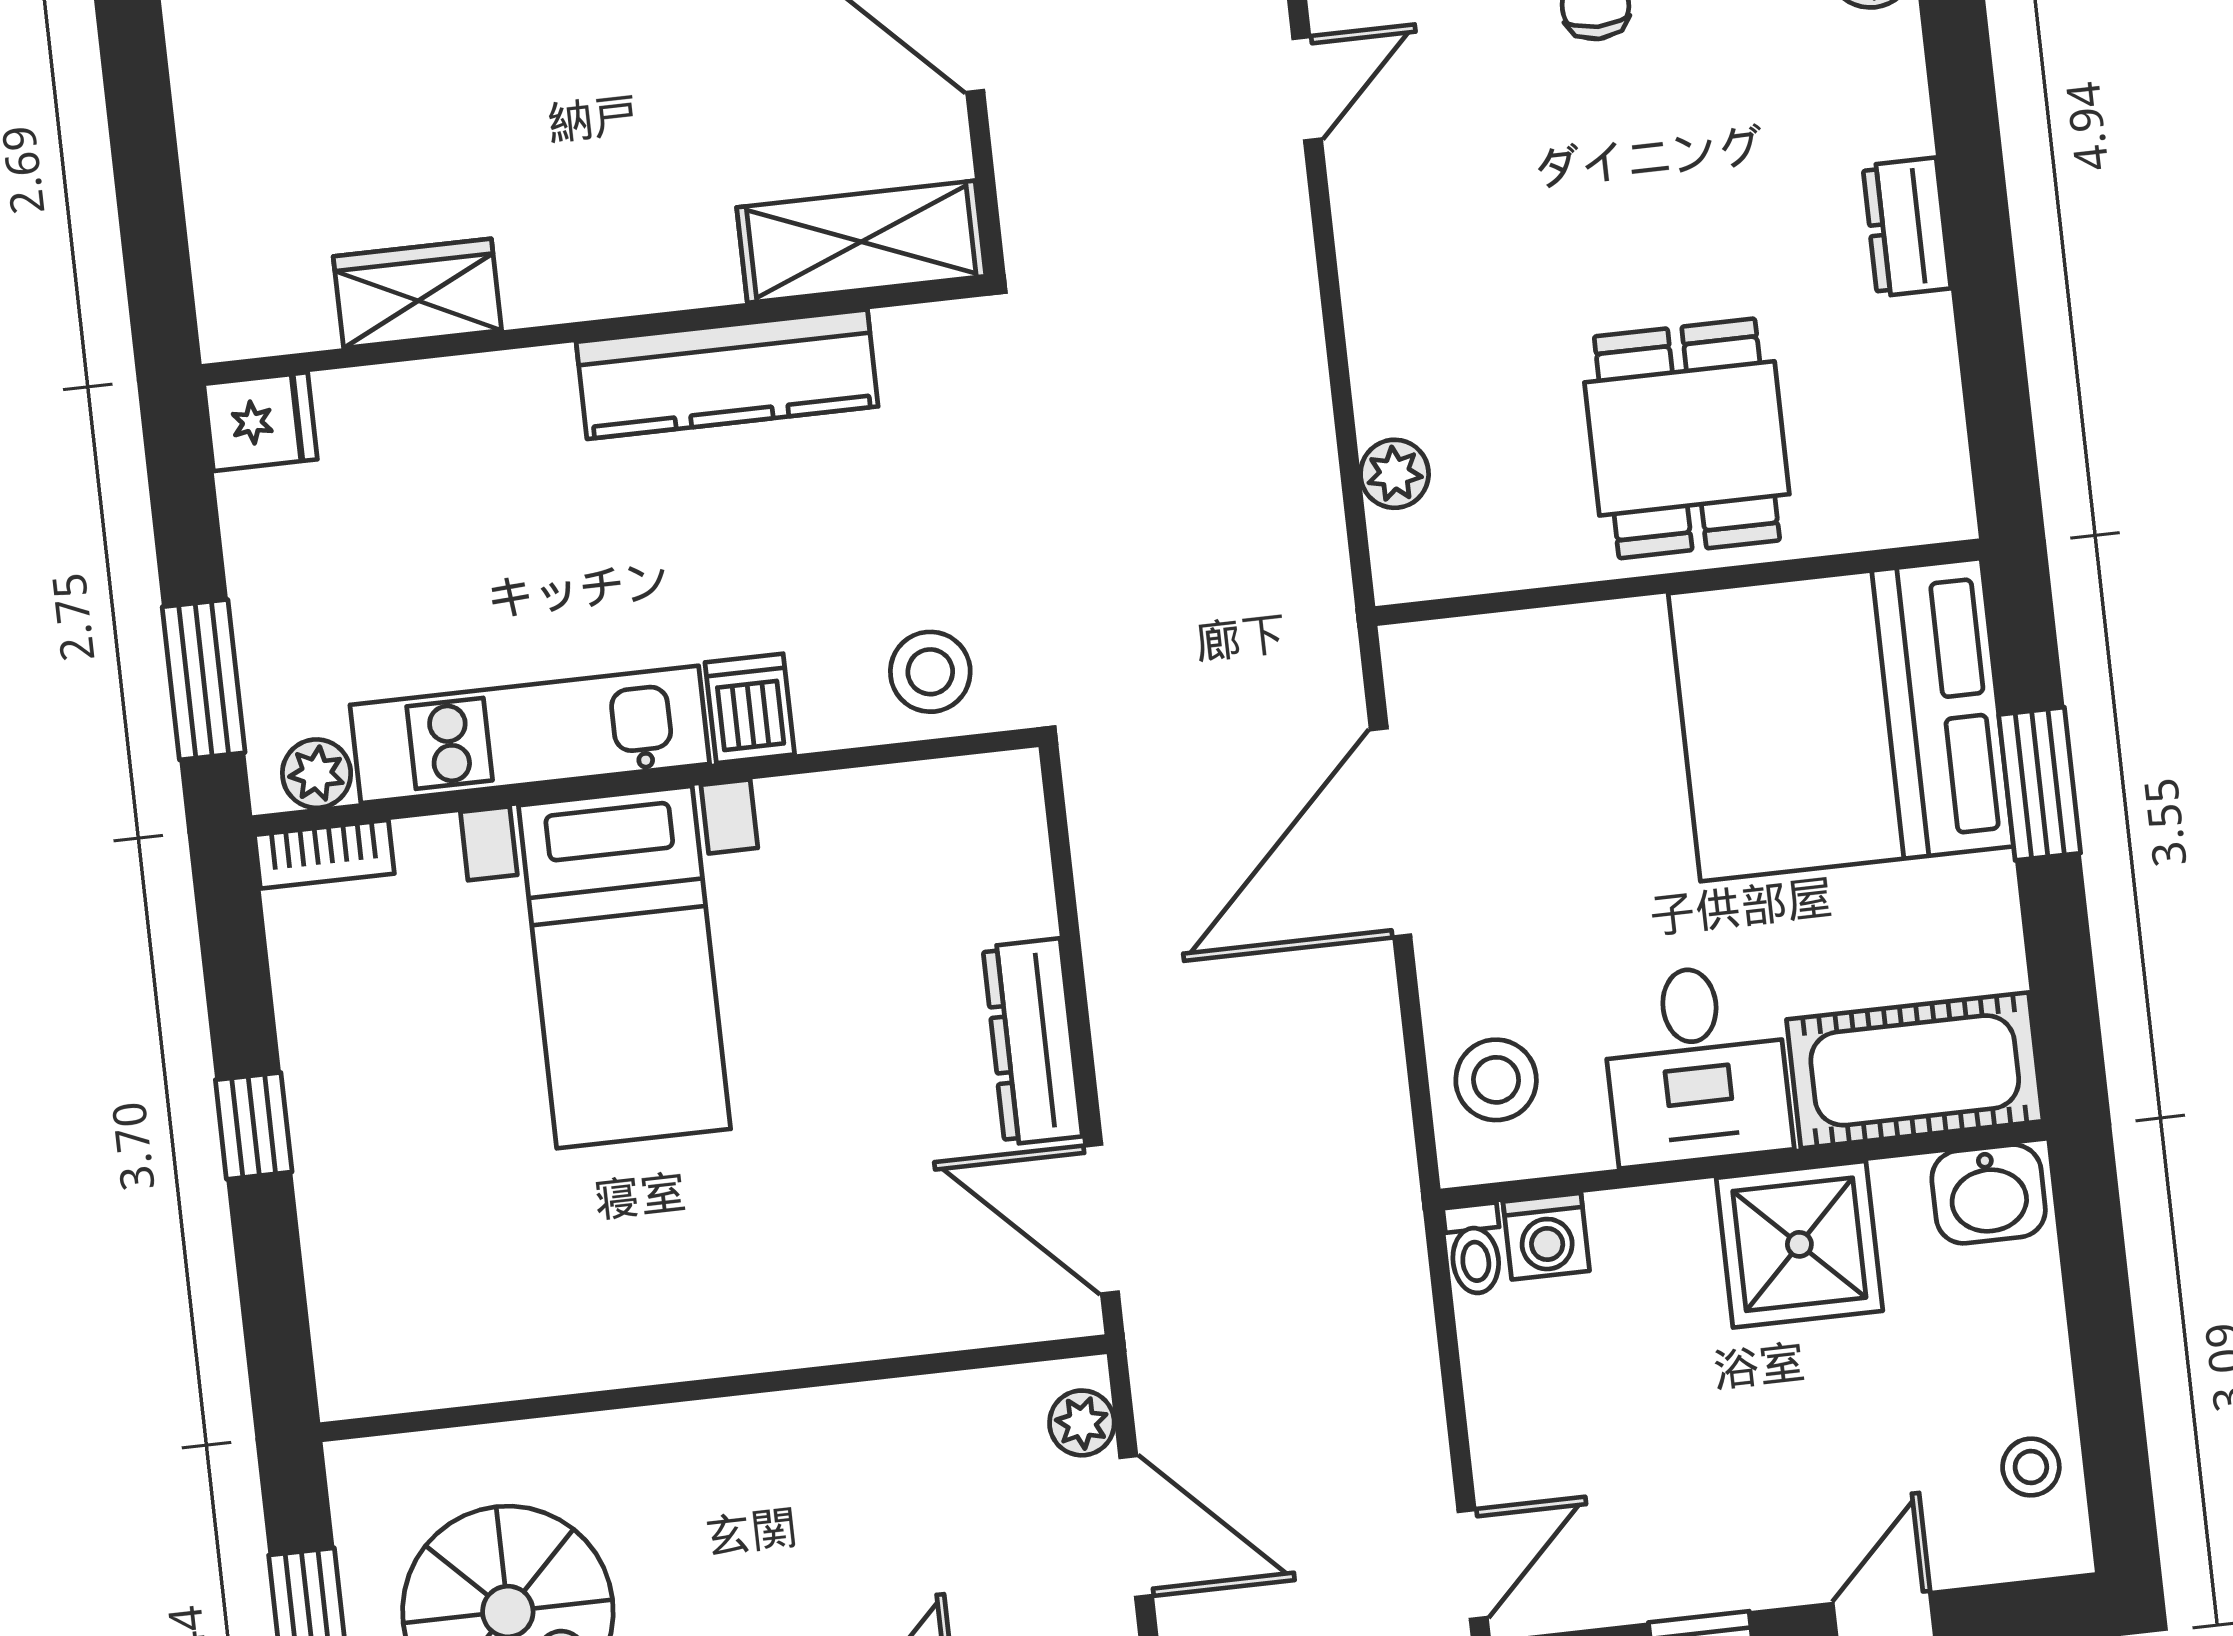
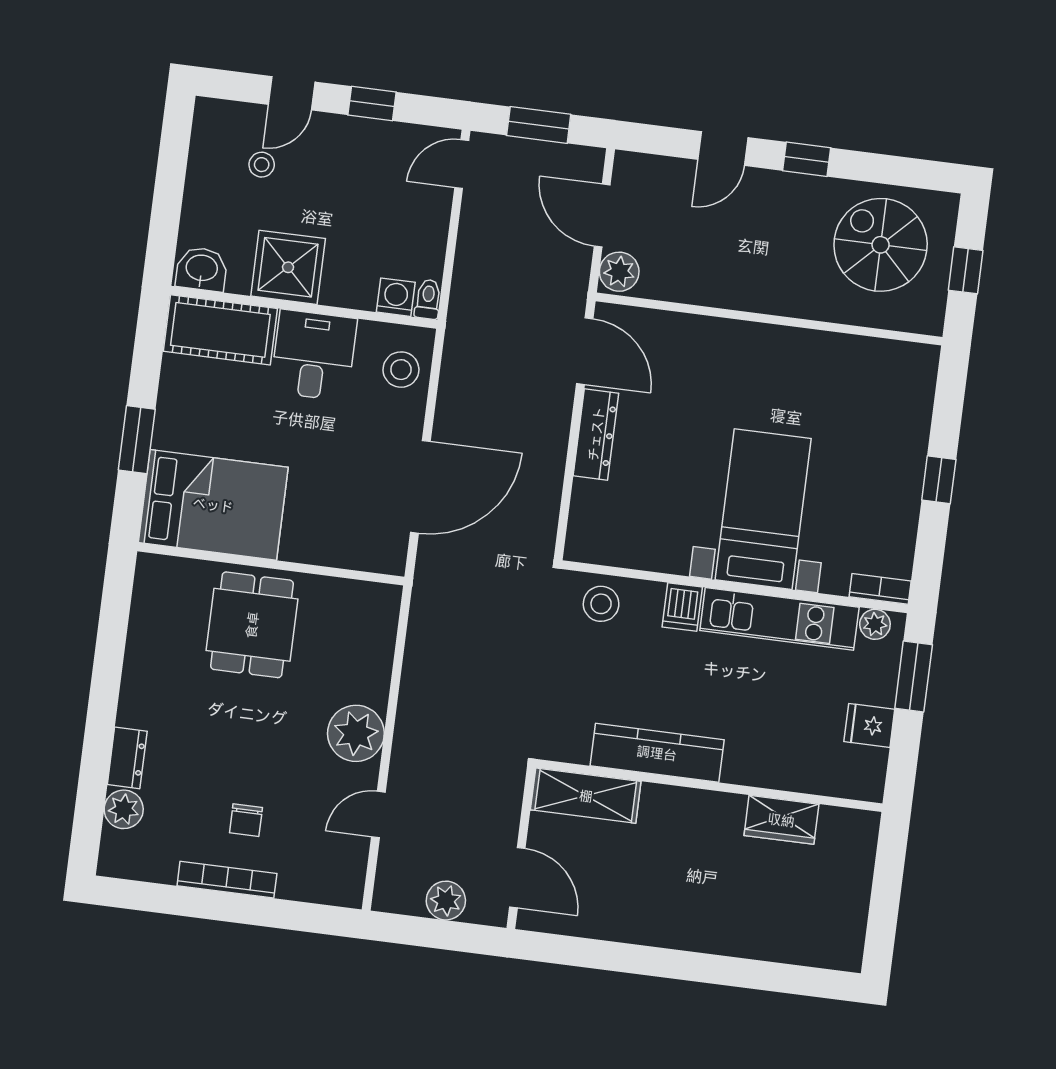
dresser: (1907, 227) -> (127, 758), moved
fridge: (261, 422) -> (869, 725), moved
plant: (1395, 474) -> (356, 733), moved, width x1.87, depth x1.87
bed: (1841, 720) -> (213, 505), width x0.73
plant: (1082, 1423) -> (619, 272), width x1.38, depth x1.38
stool: (2031, 1467) -> (262, 165), moved

